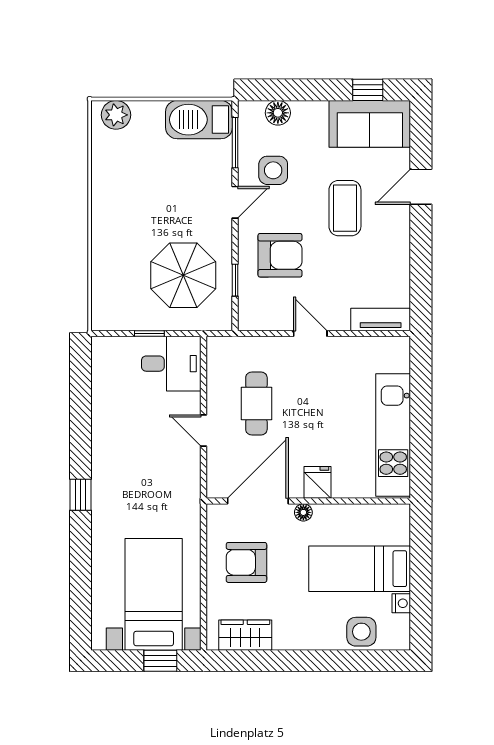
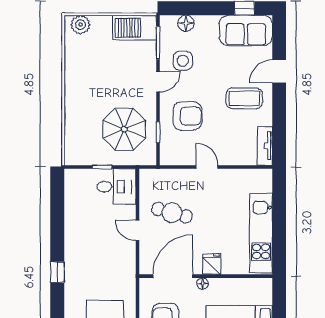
coffee table: (345, 208) -> (244, 98), moved, turned 90
tv unit: (381, 319) -> (265, 146), moved, turned -90
cafe table: (256, 403) -> (172, 213), turned -75

